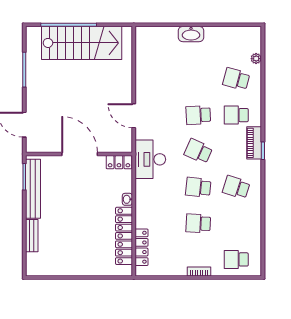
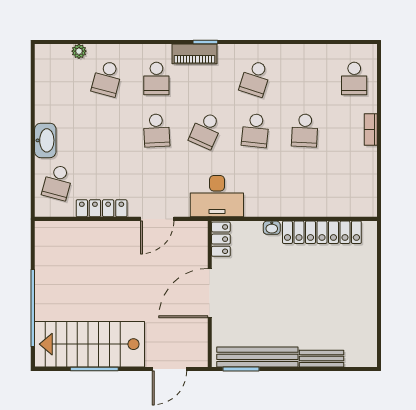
stairs: (82, 43) -> (90, 344), moved, turned -90
school desk: (160, 43) -> (58, 182), added
locker: (141, 247) -> (102, 208), moved

